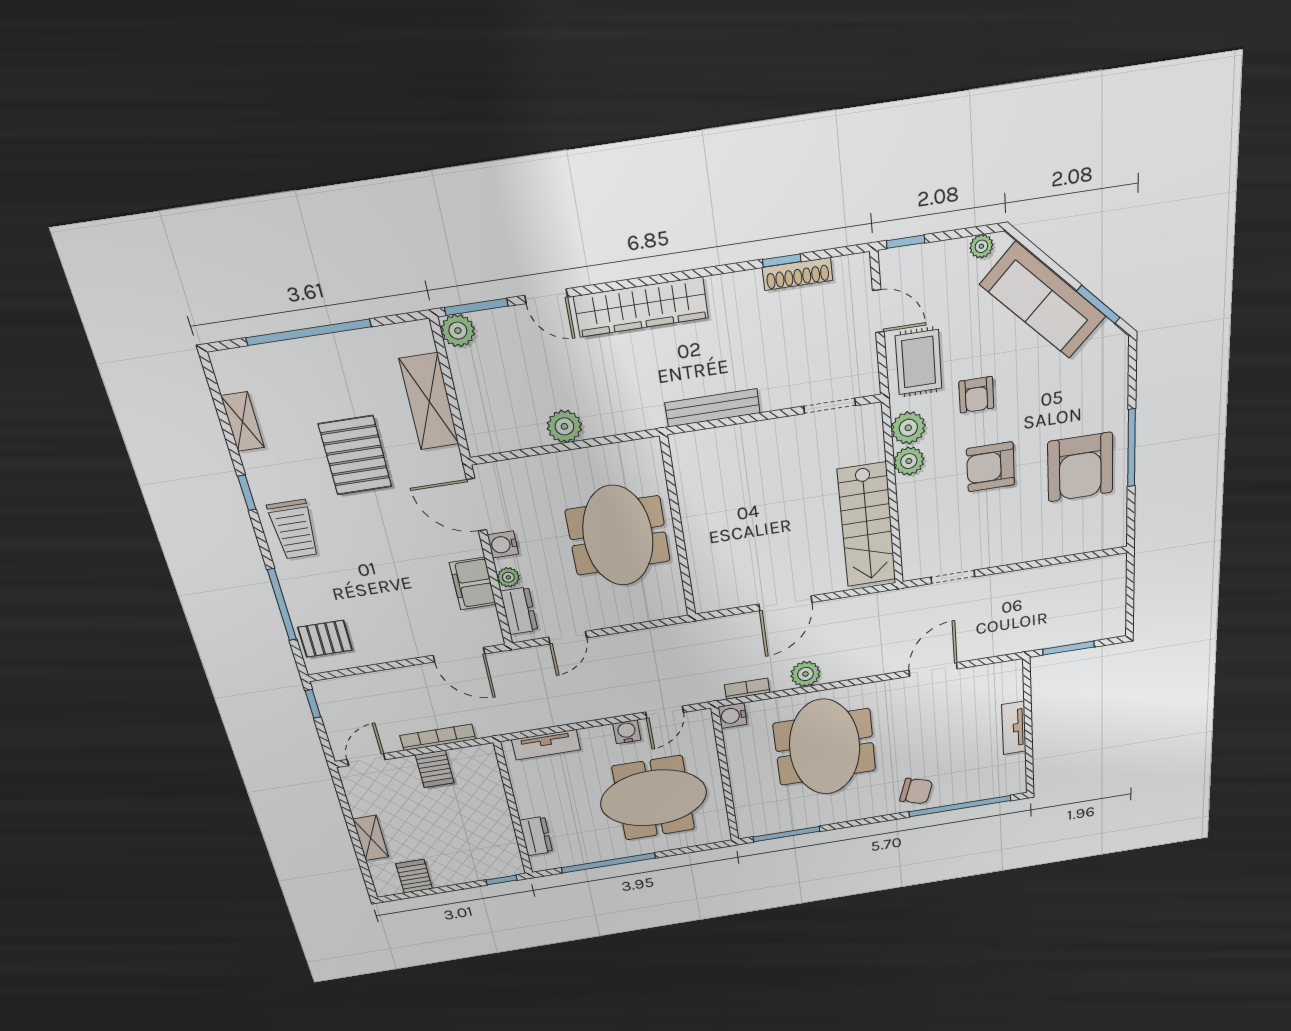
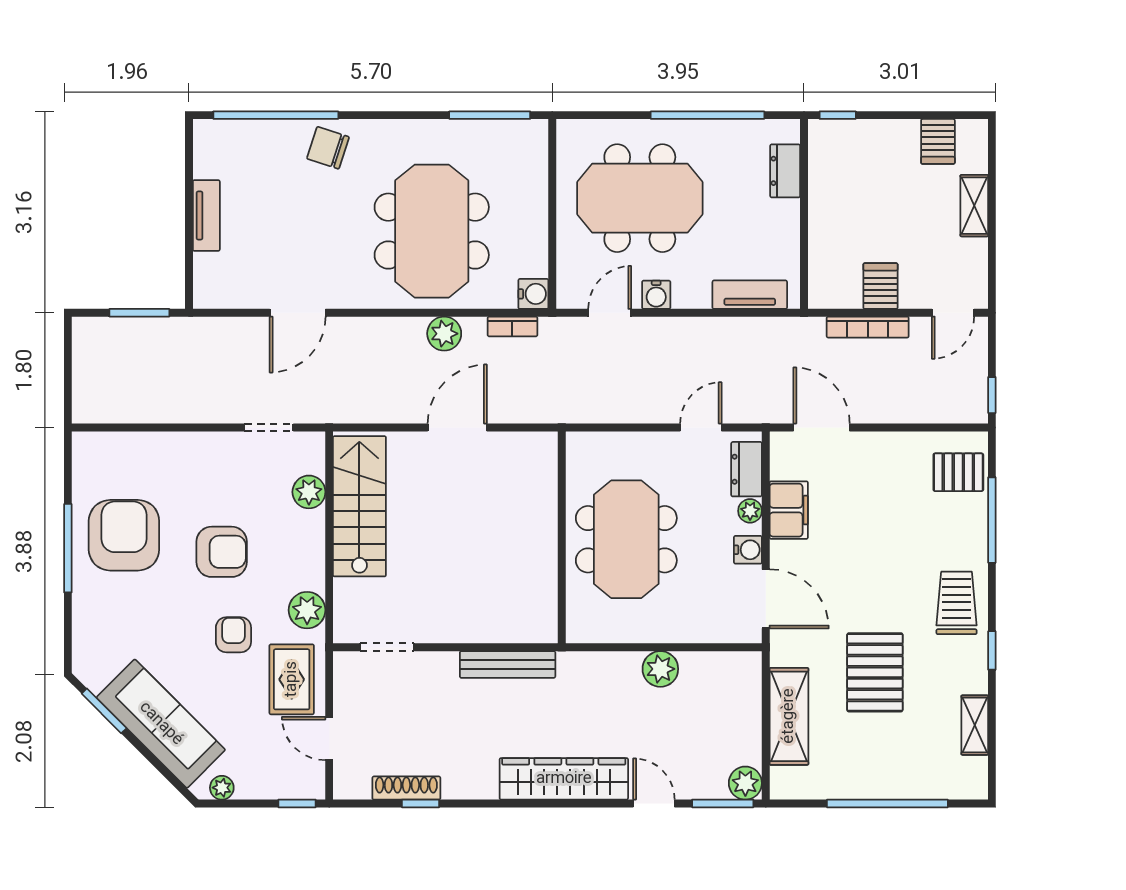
plant: (909, 461) -> (309, 492), moved

